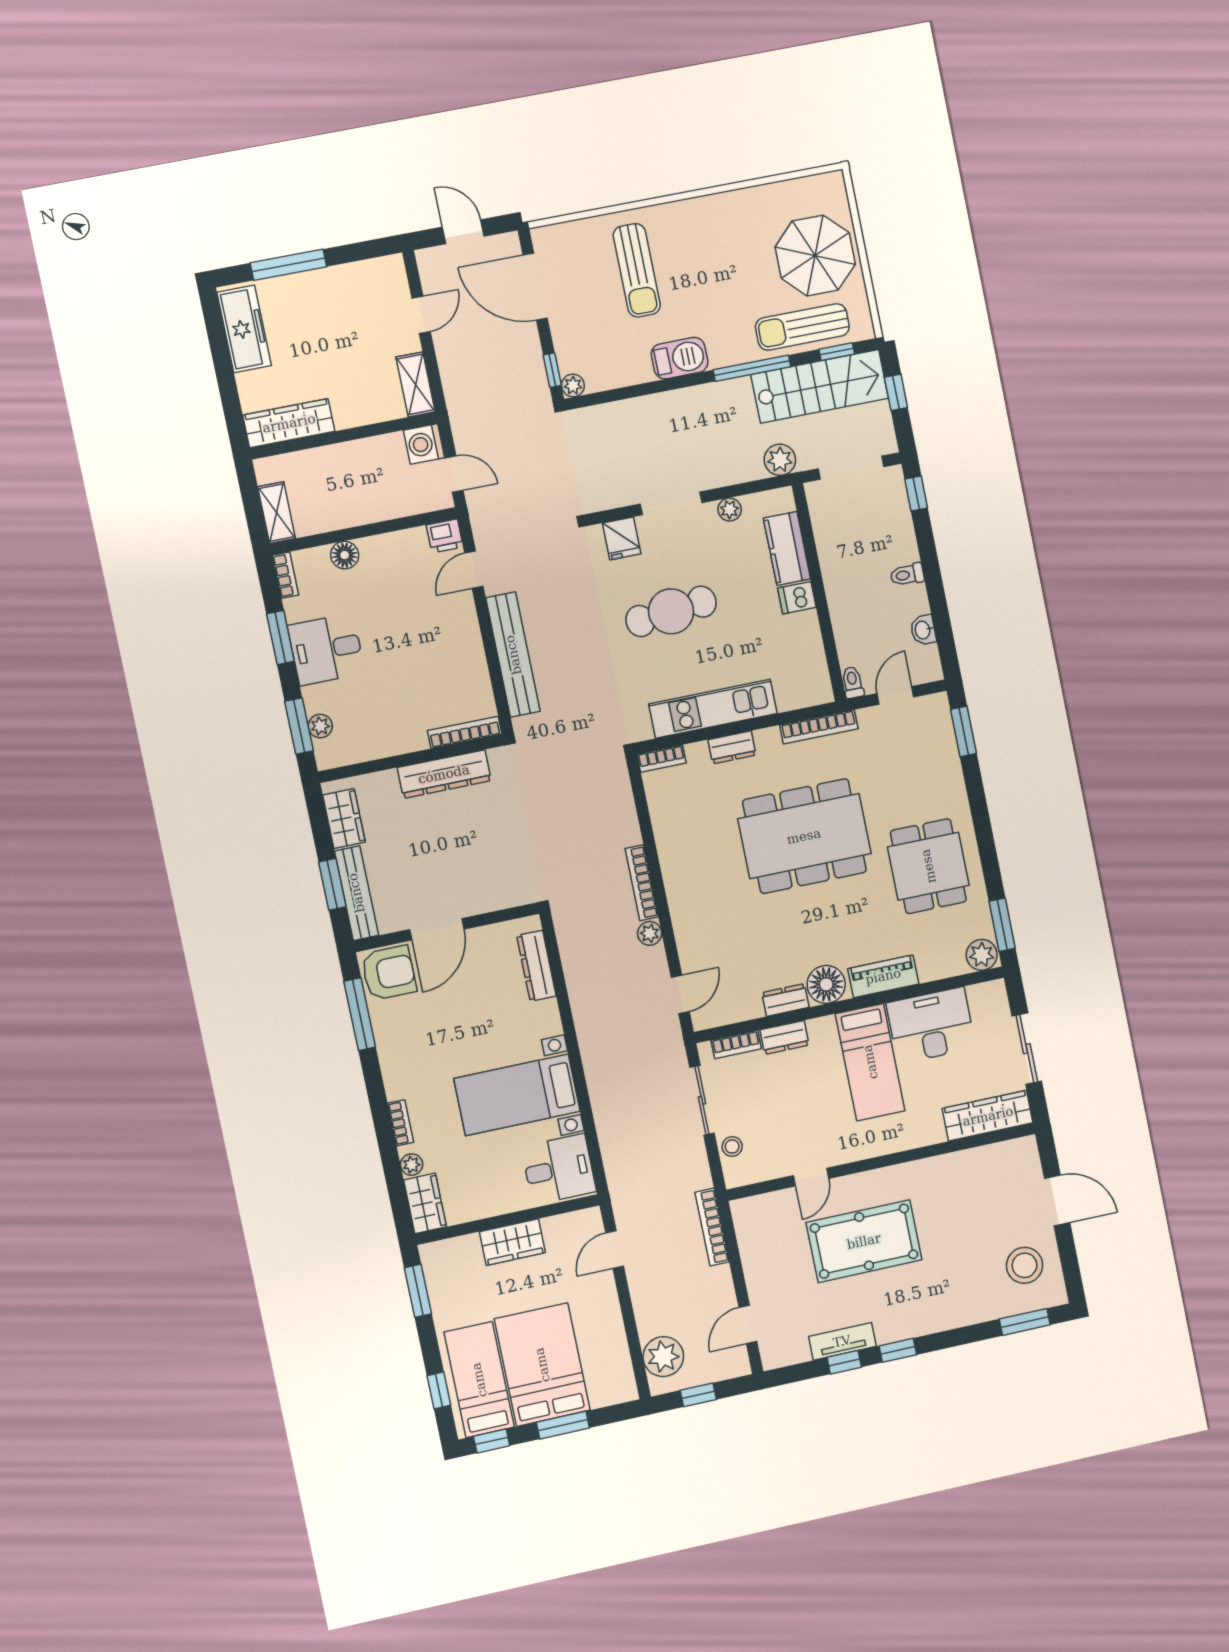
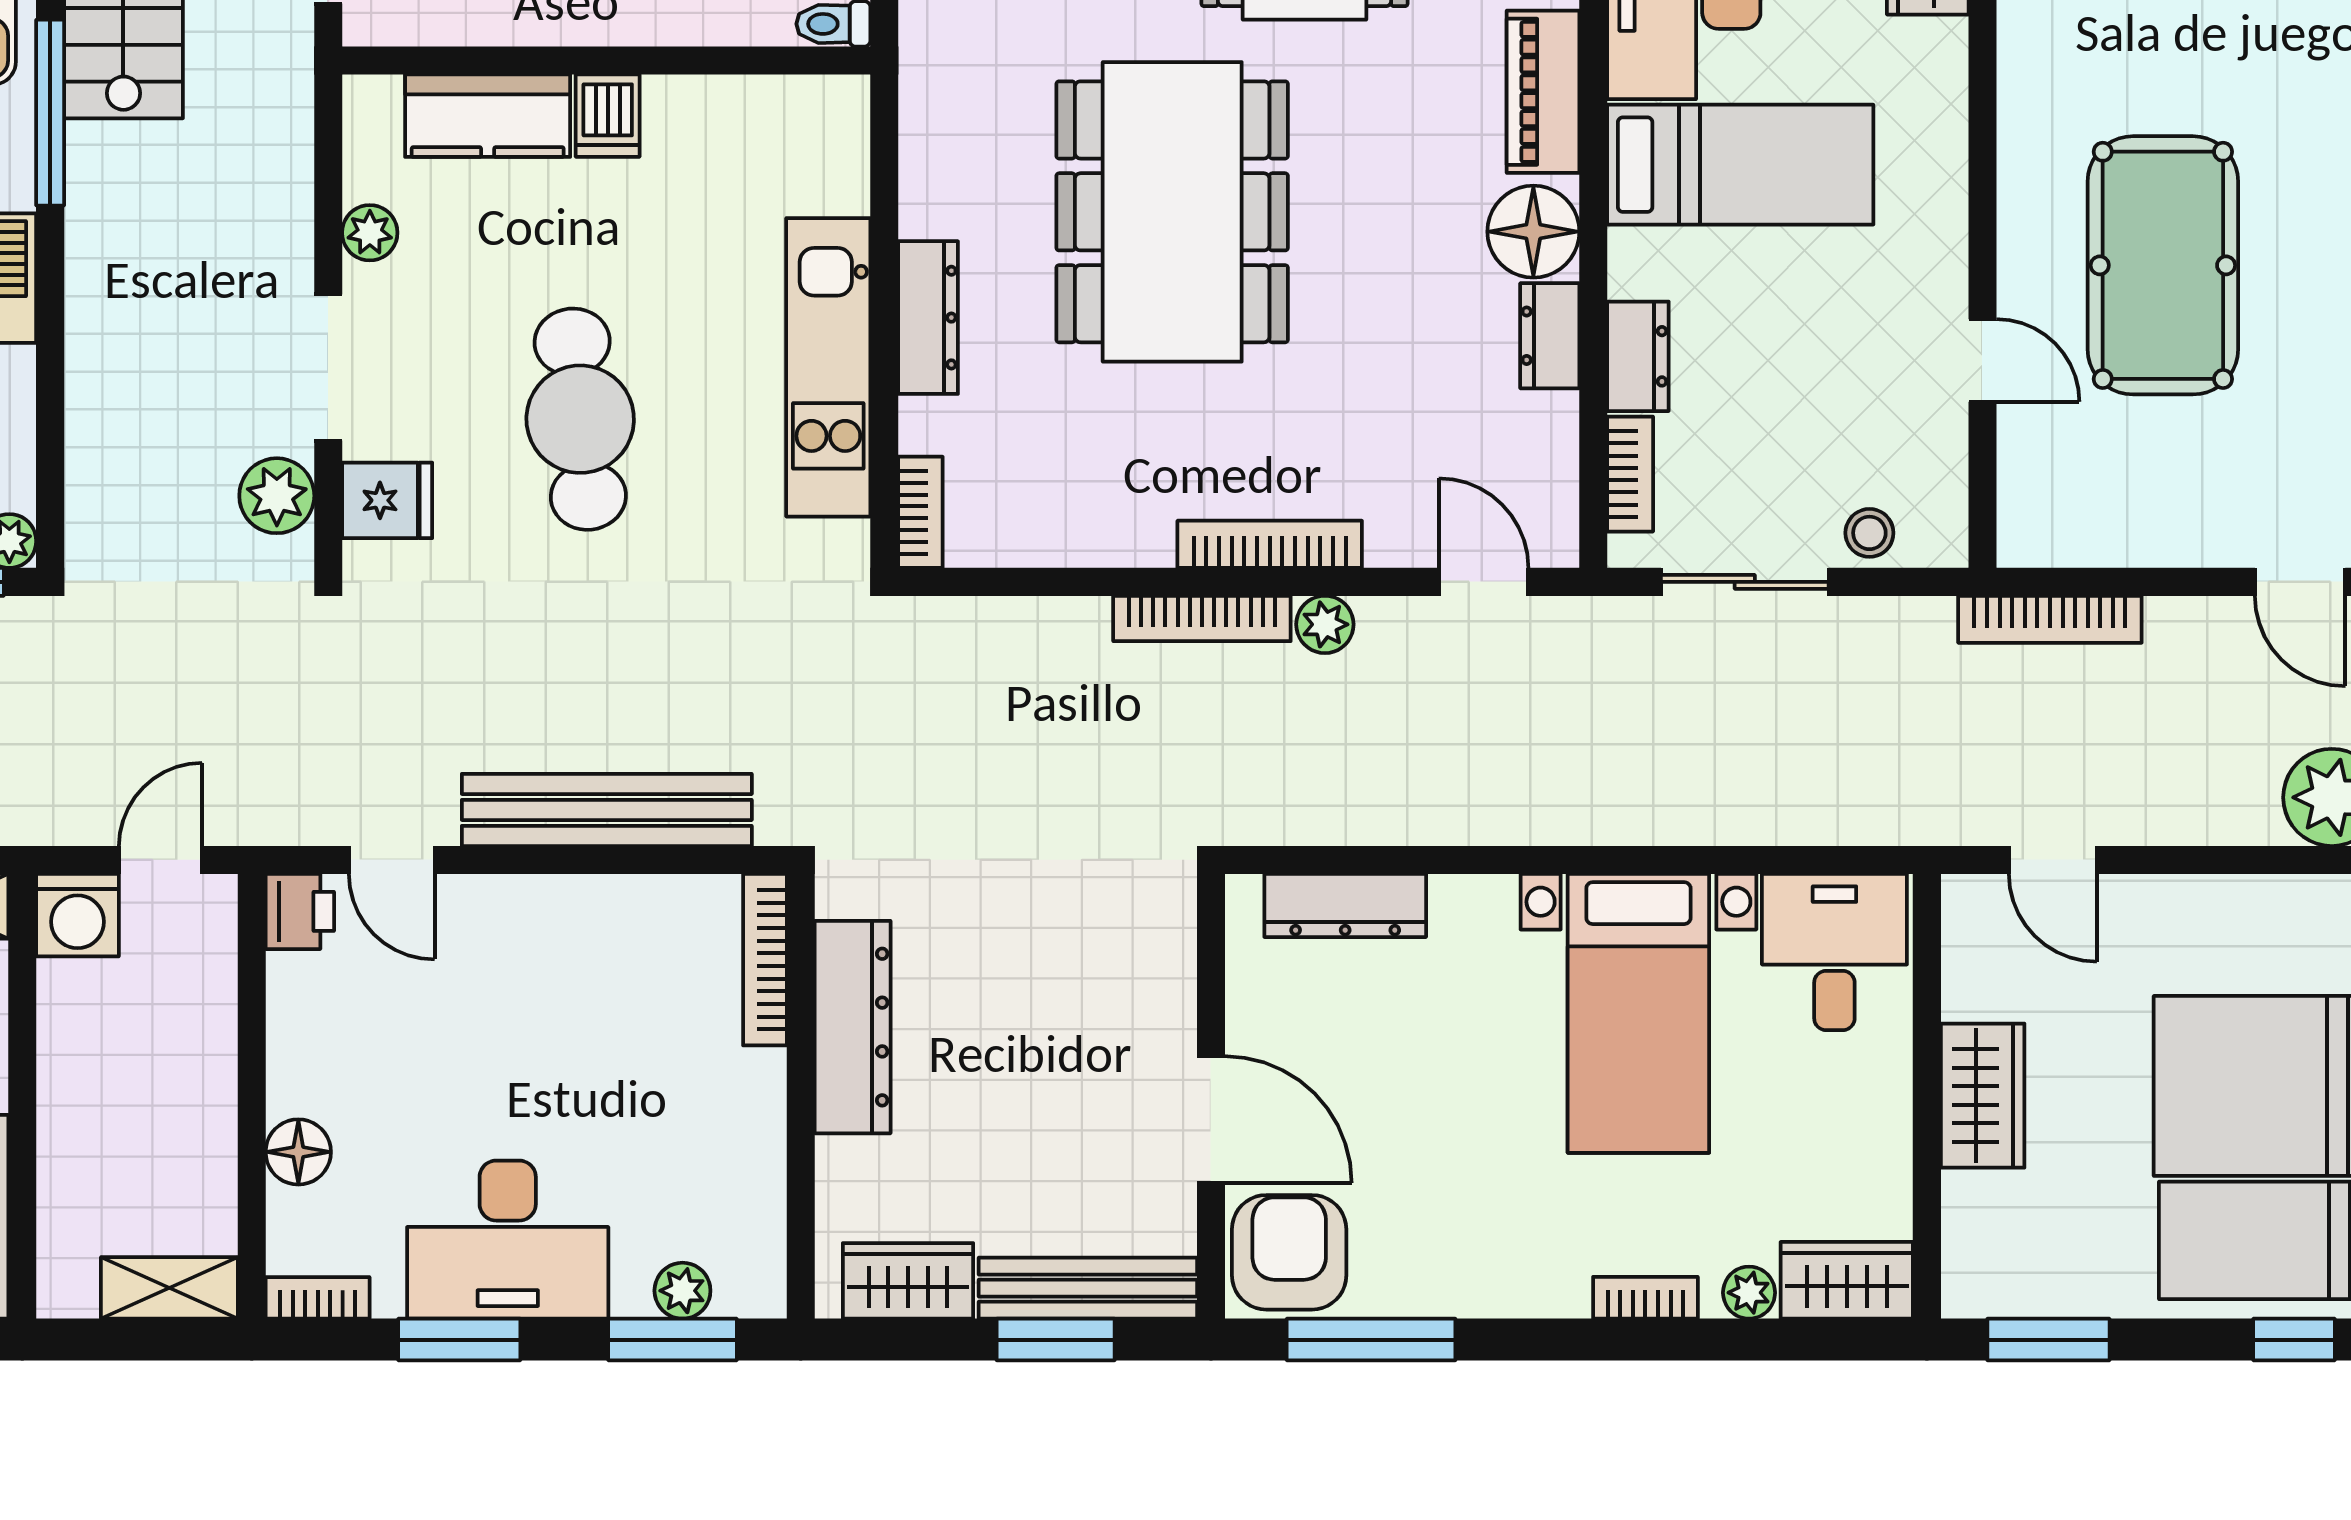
plant: (780, 460) -> (277, 496), moved
desk: (326, 649) -> (508, 1240), width x1.37
bookcase: (819, 727) -> (1270, 544), moved, turned -90
dresser: (732, 747) -> (928, 318), width x1.44

